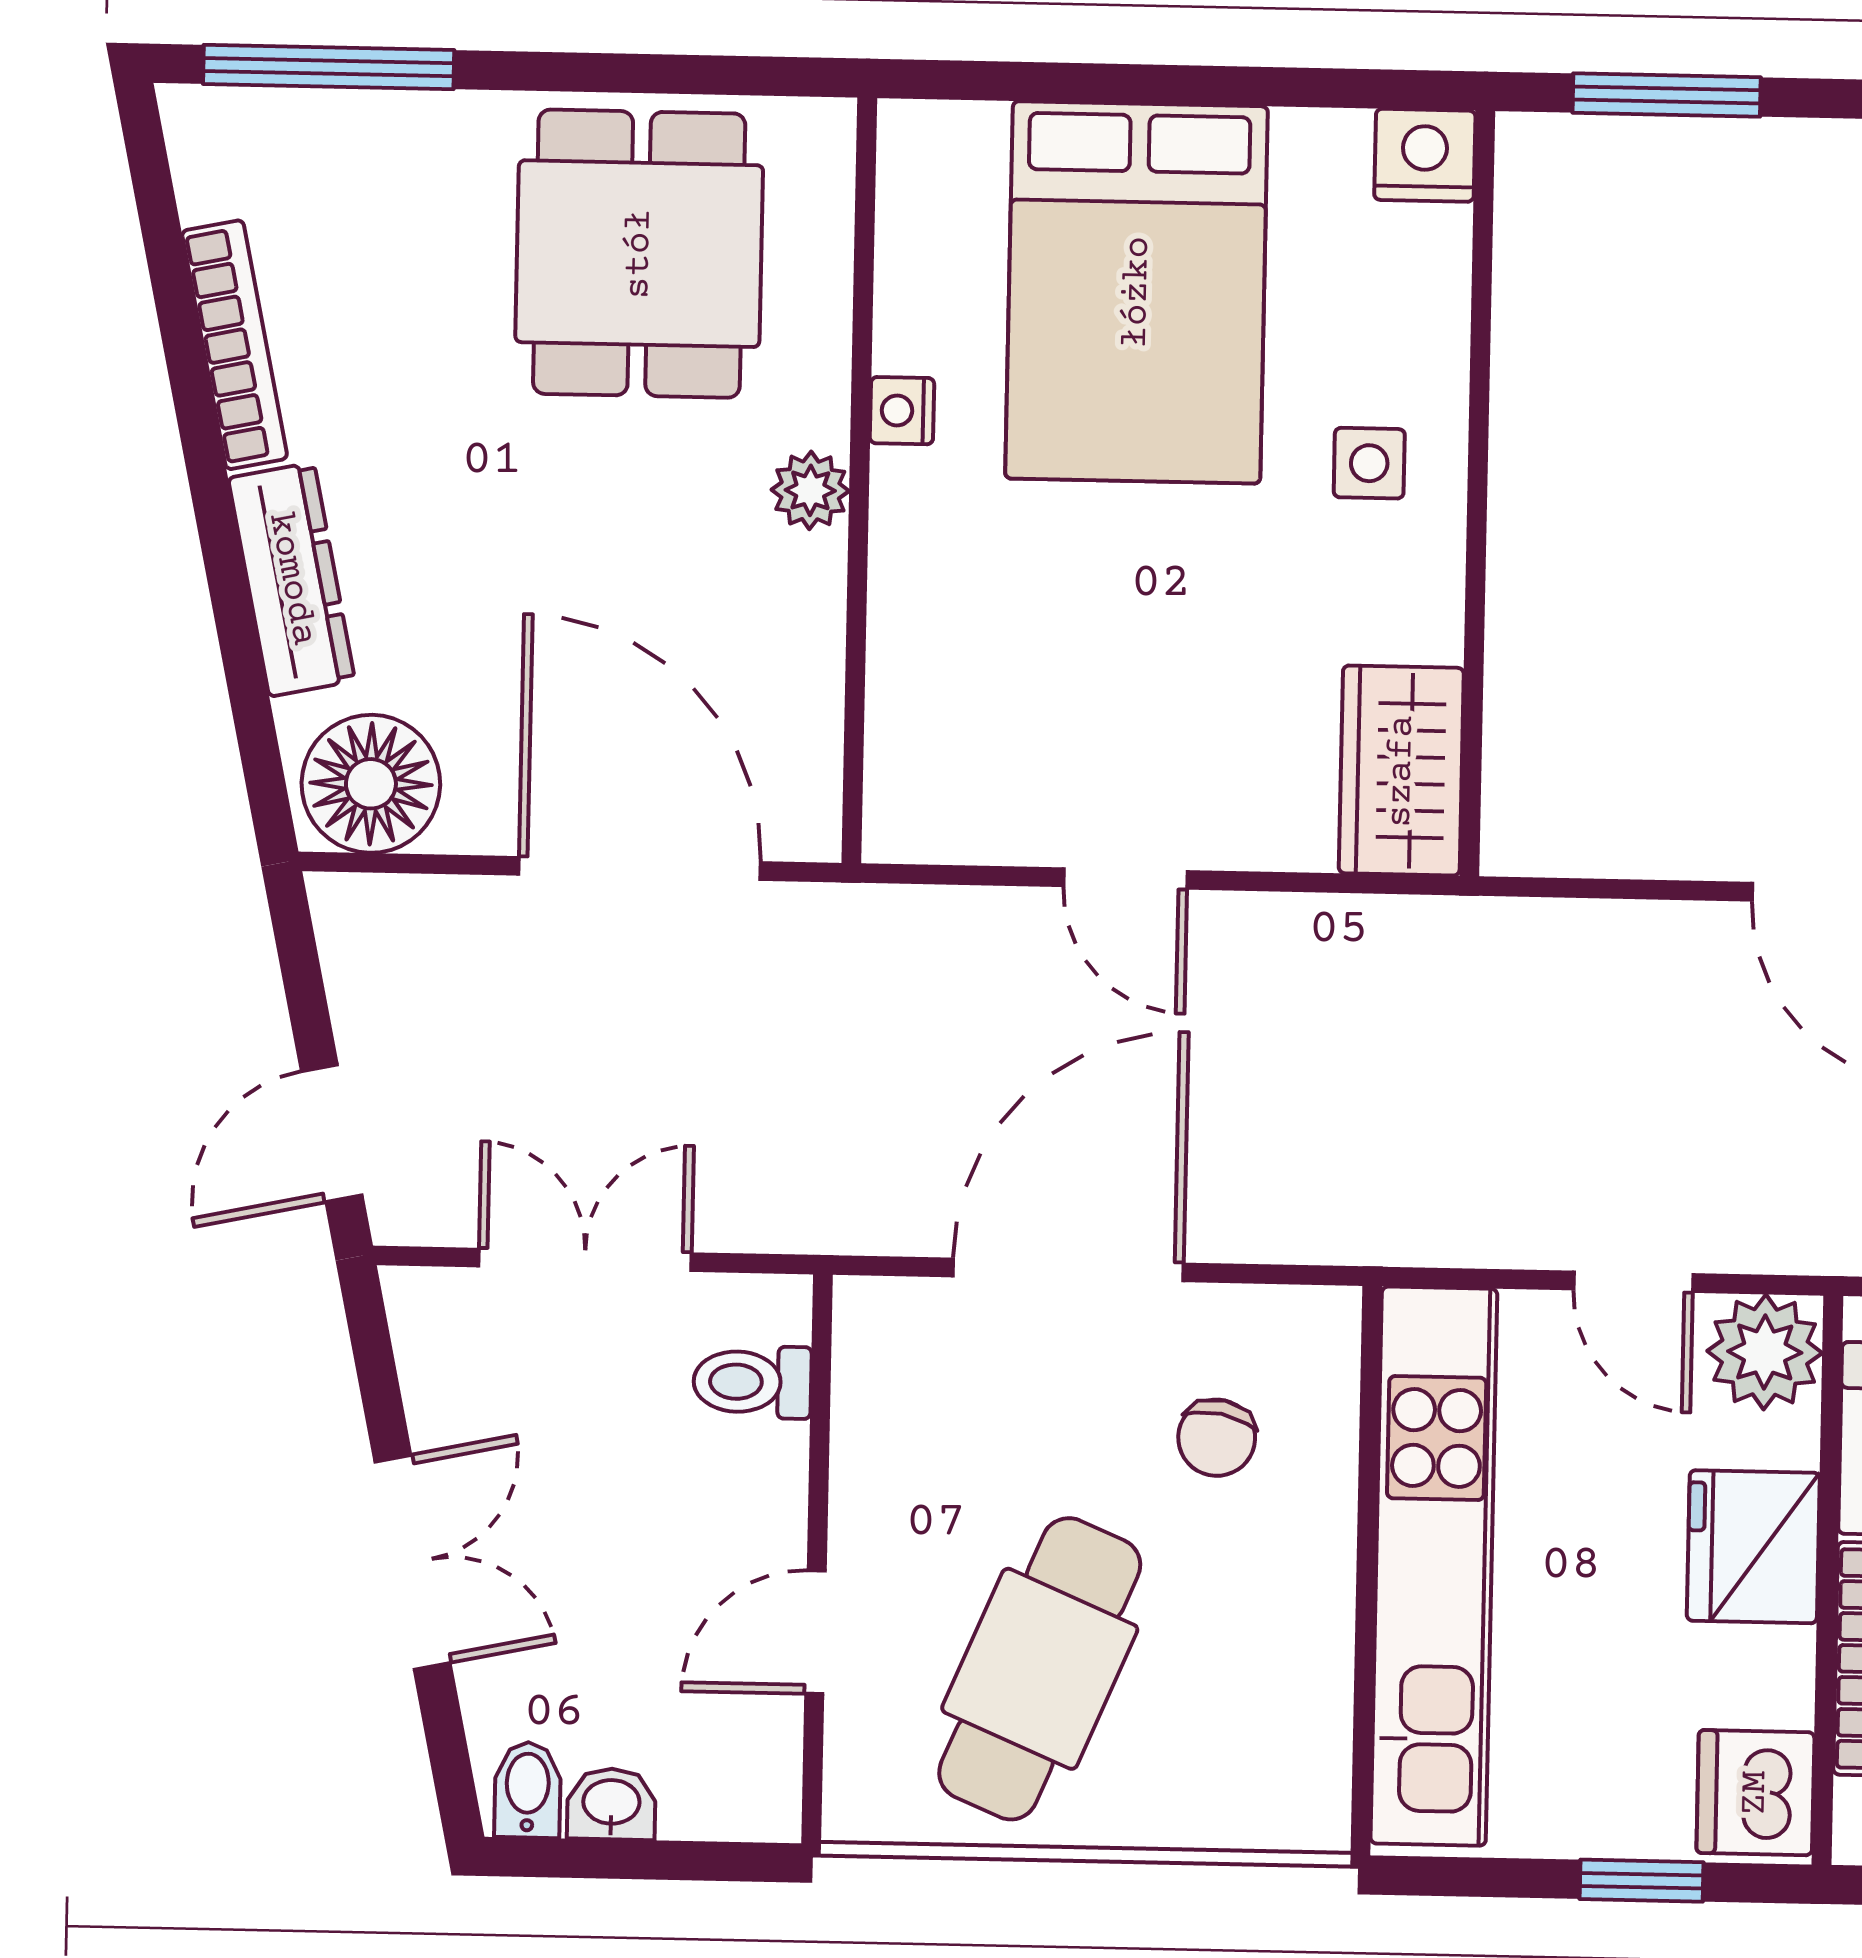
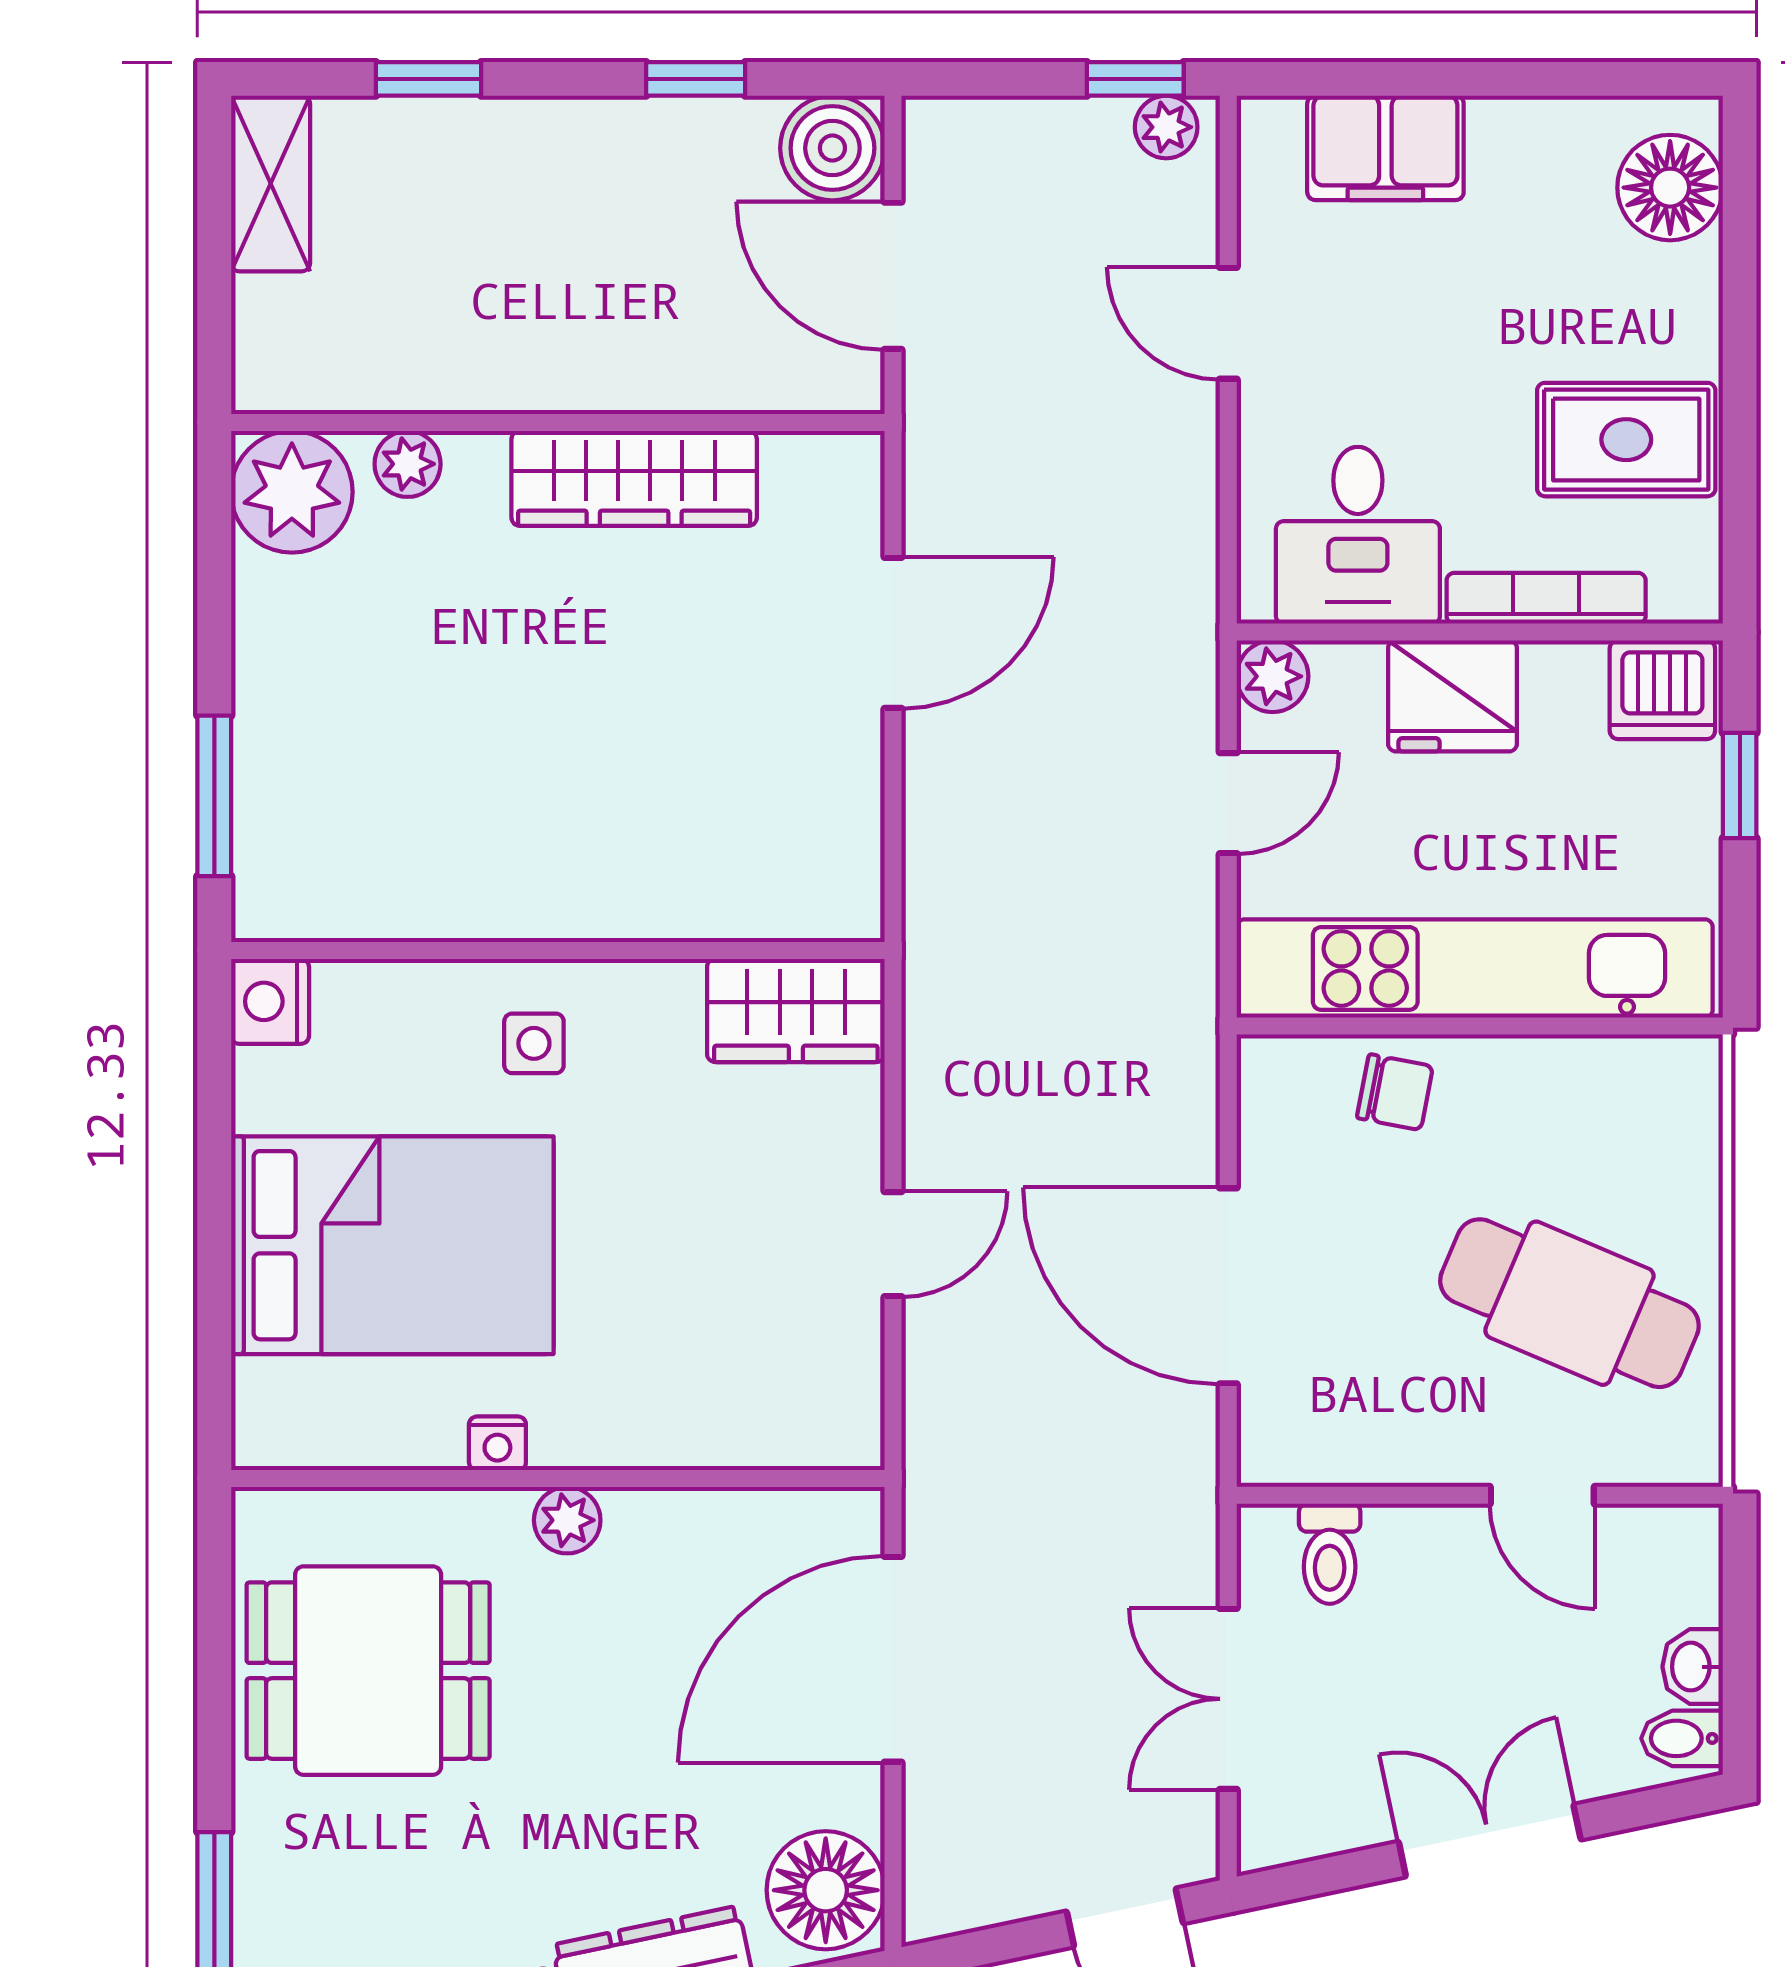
plant: (1765, 1352) -> (1273, 676), width x0.73, depth x0.73
chair: (1217, 1438) -> (1395, 1092), moved

